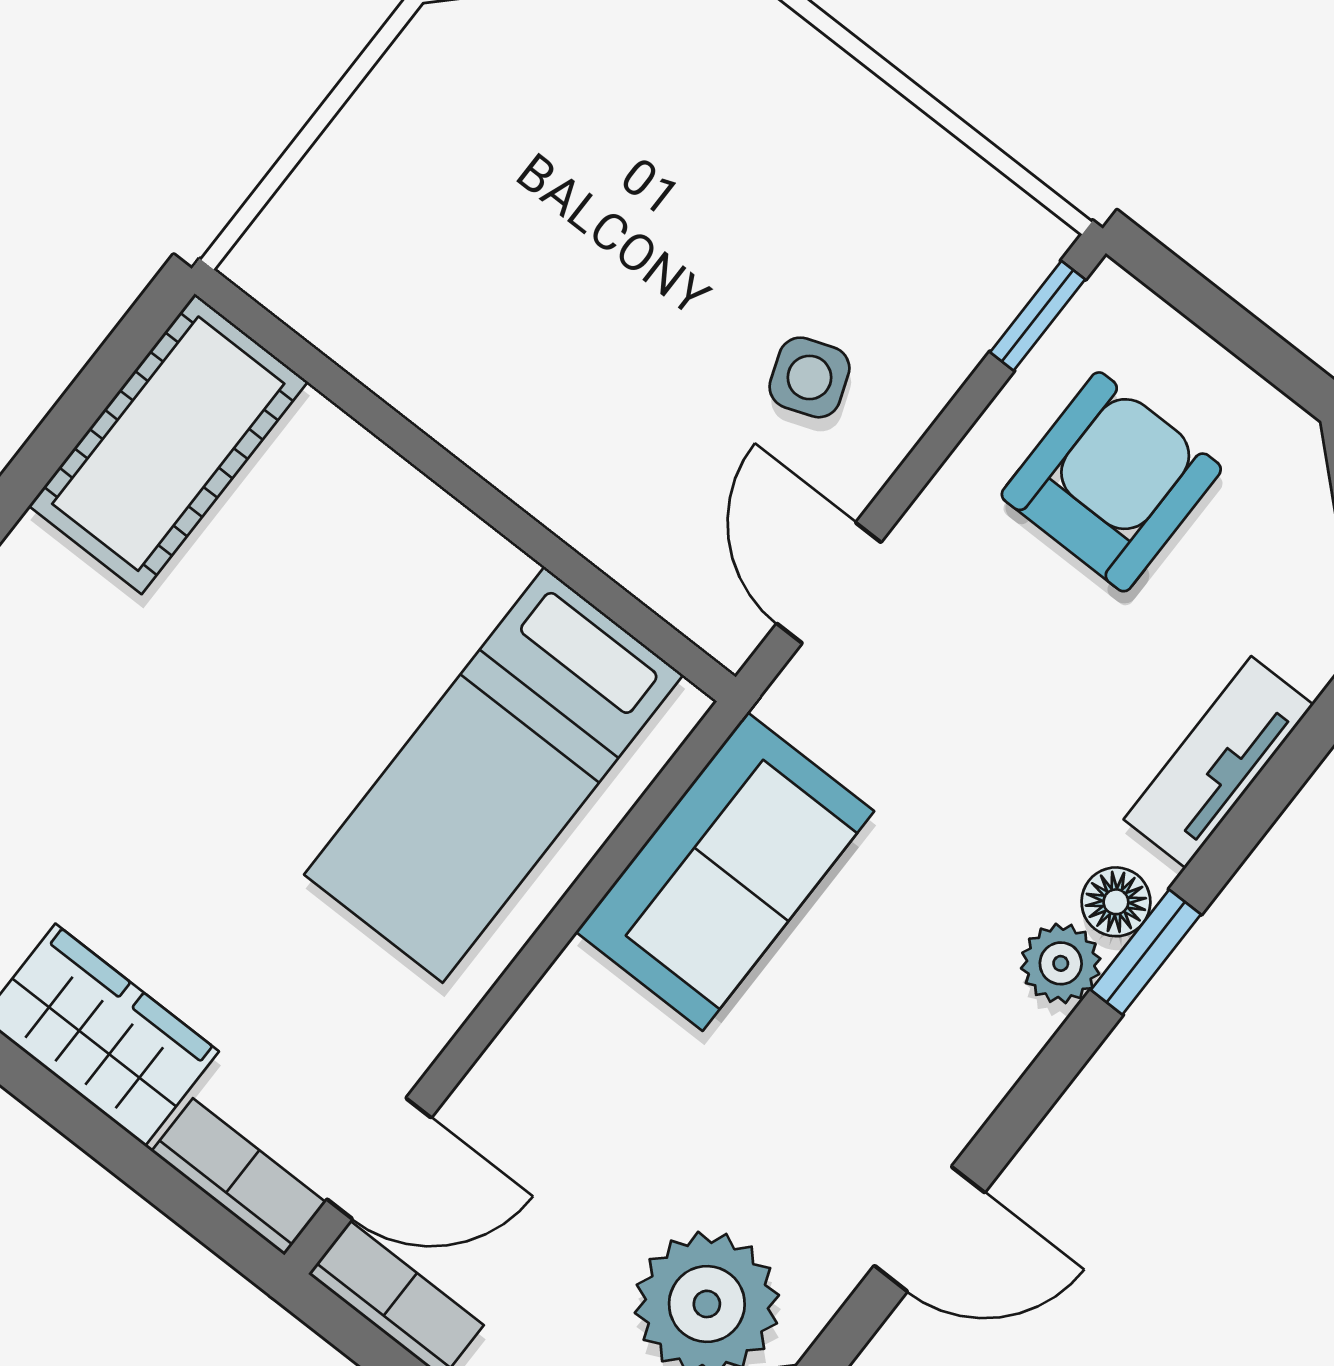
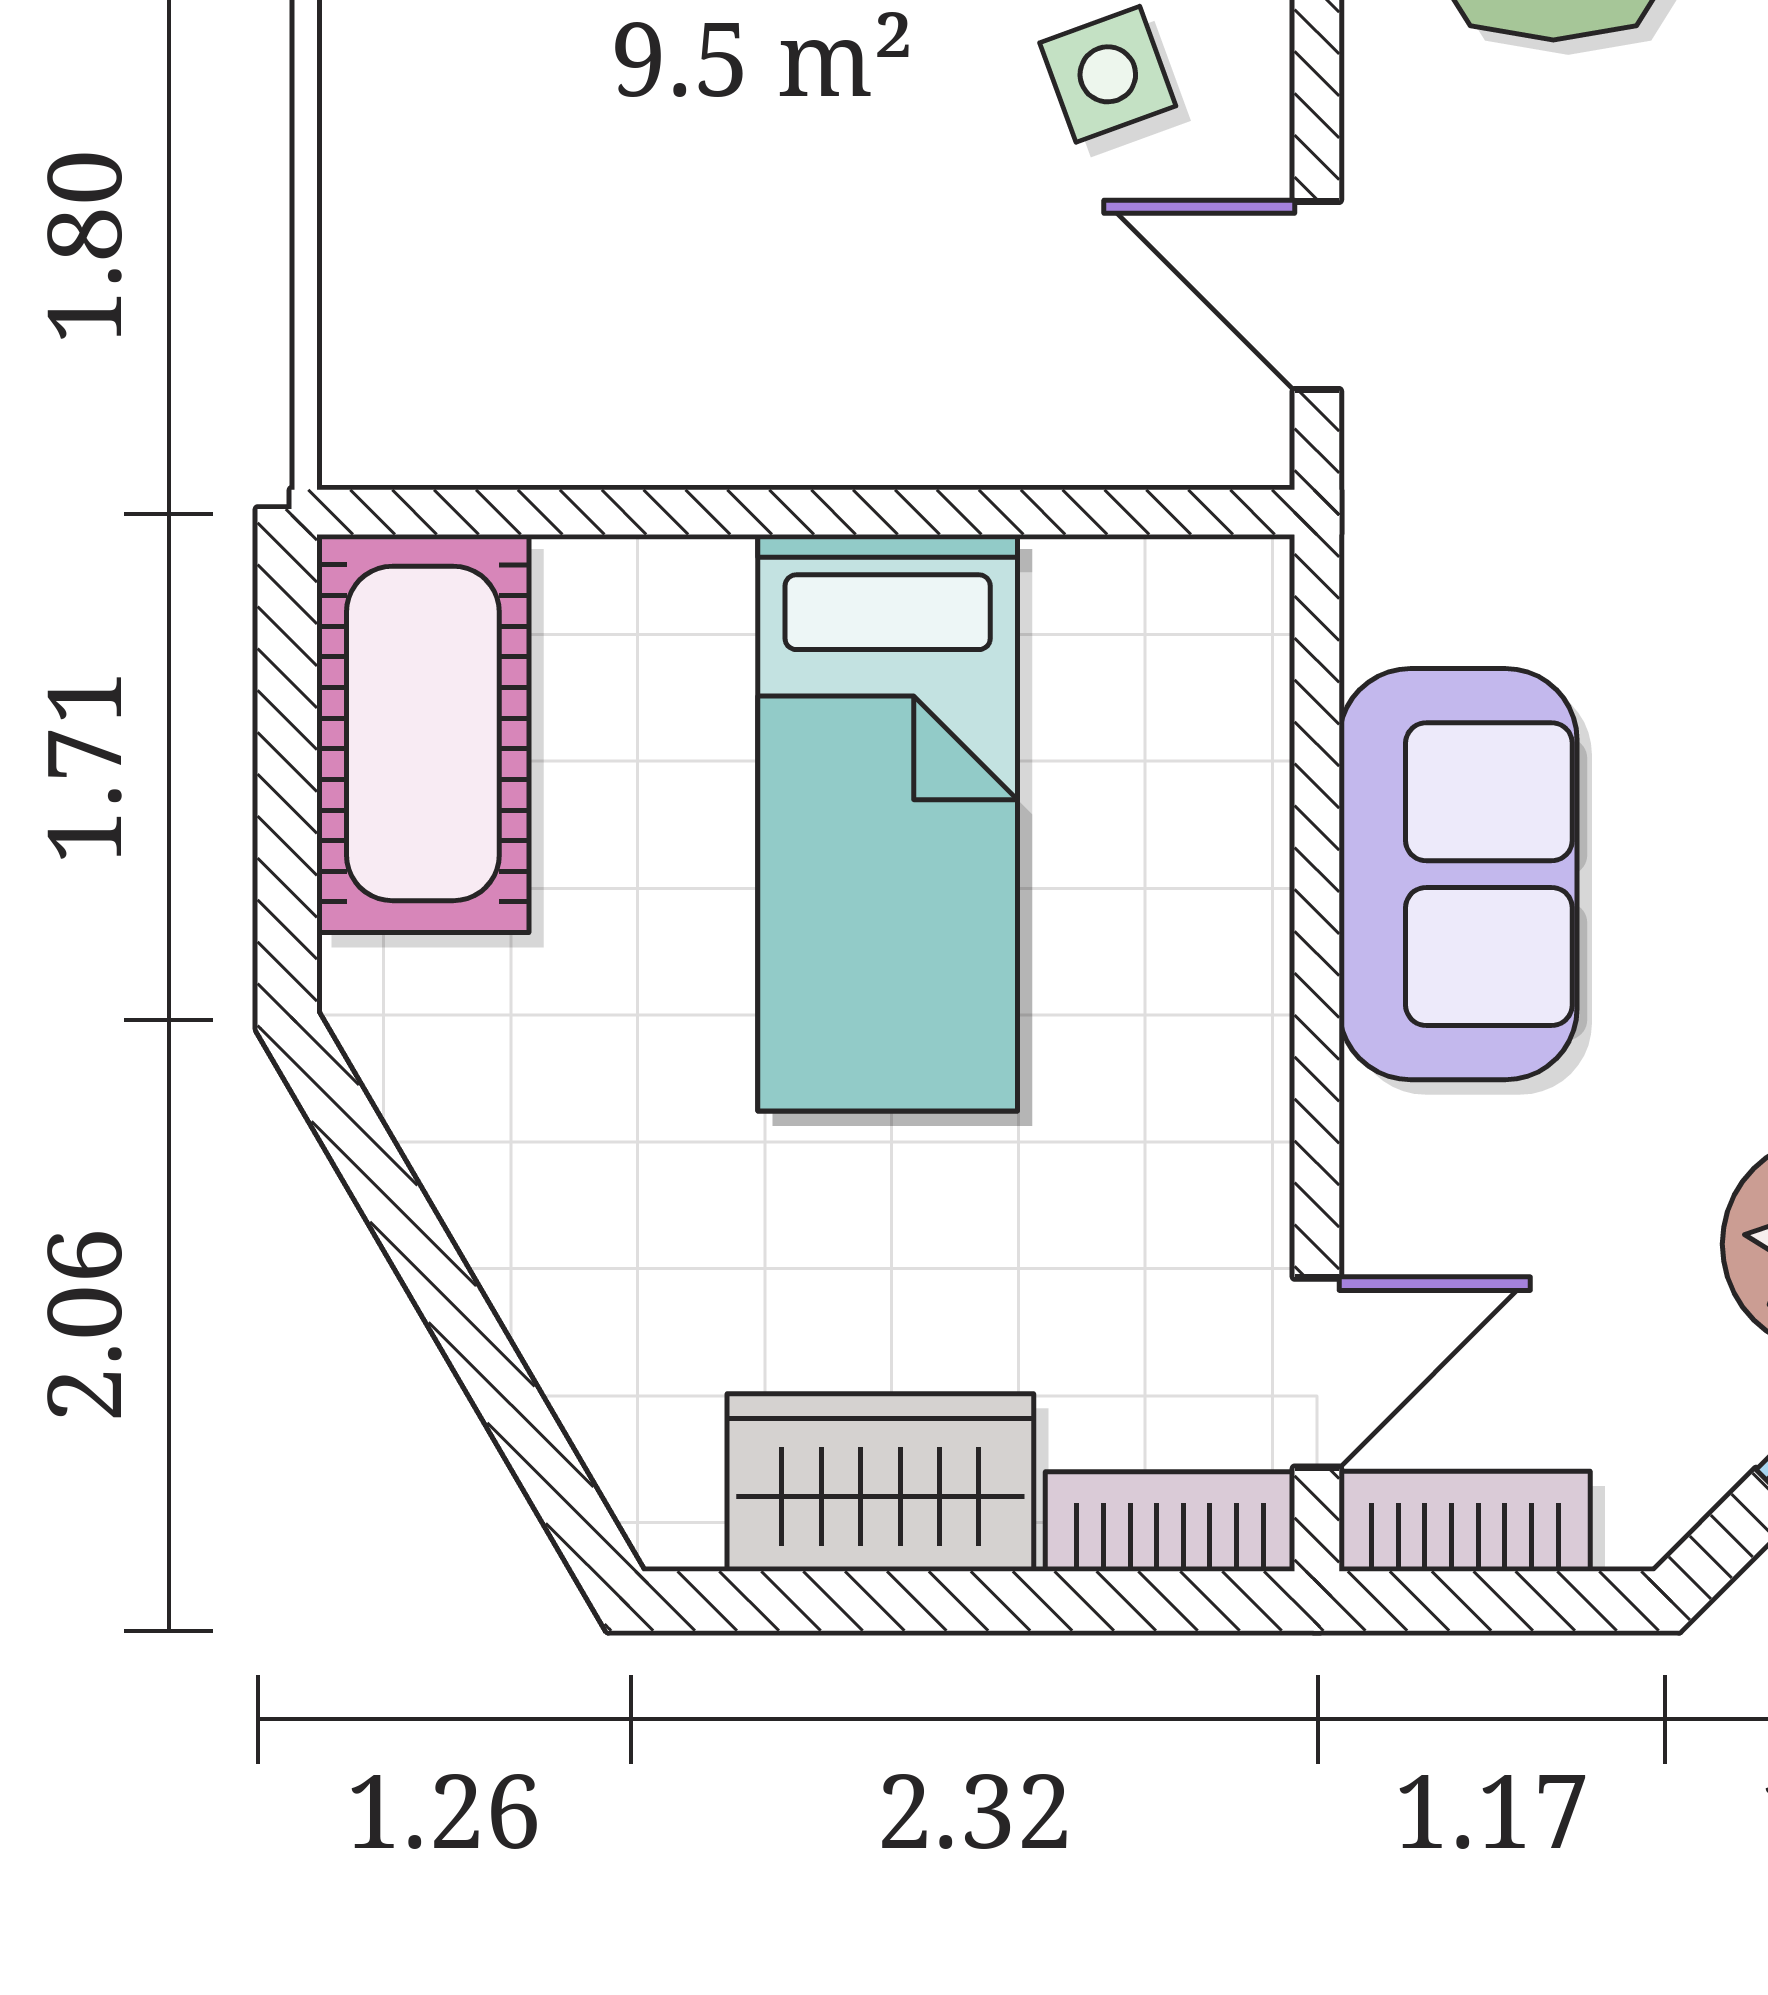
bed: (494, 775) -> (888, 823), moved
sofa: (725, 871) -> (1458, 874), moved

